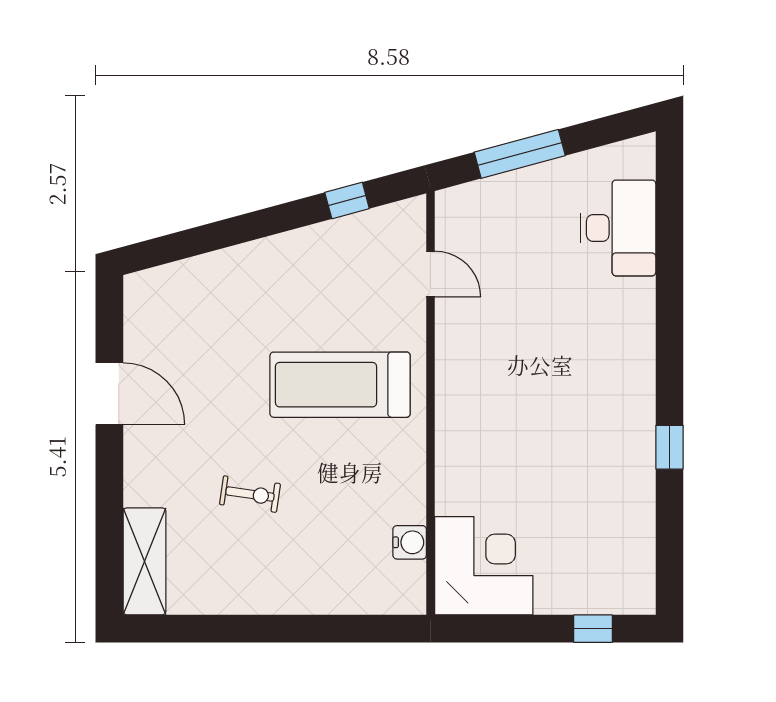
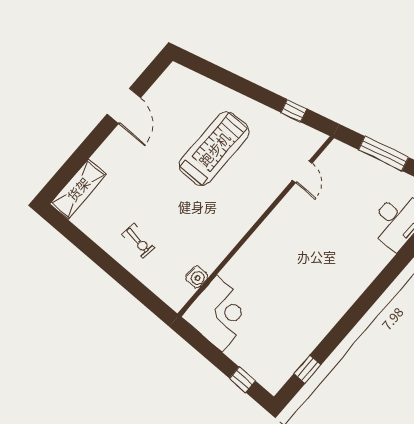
treadmill: (340, 385) -> (214, 149), moved, turned 90
window: (669, 447) -> (307, 369), moved
exercise bike: (250, 494) -> (139, 241), moved

